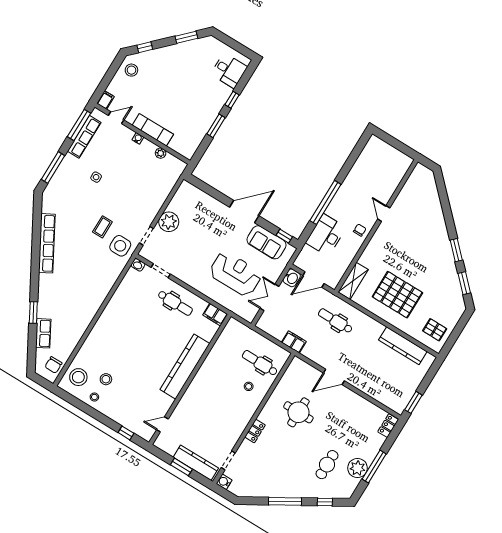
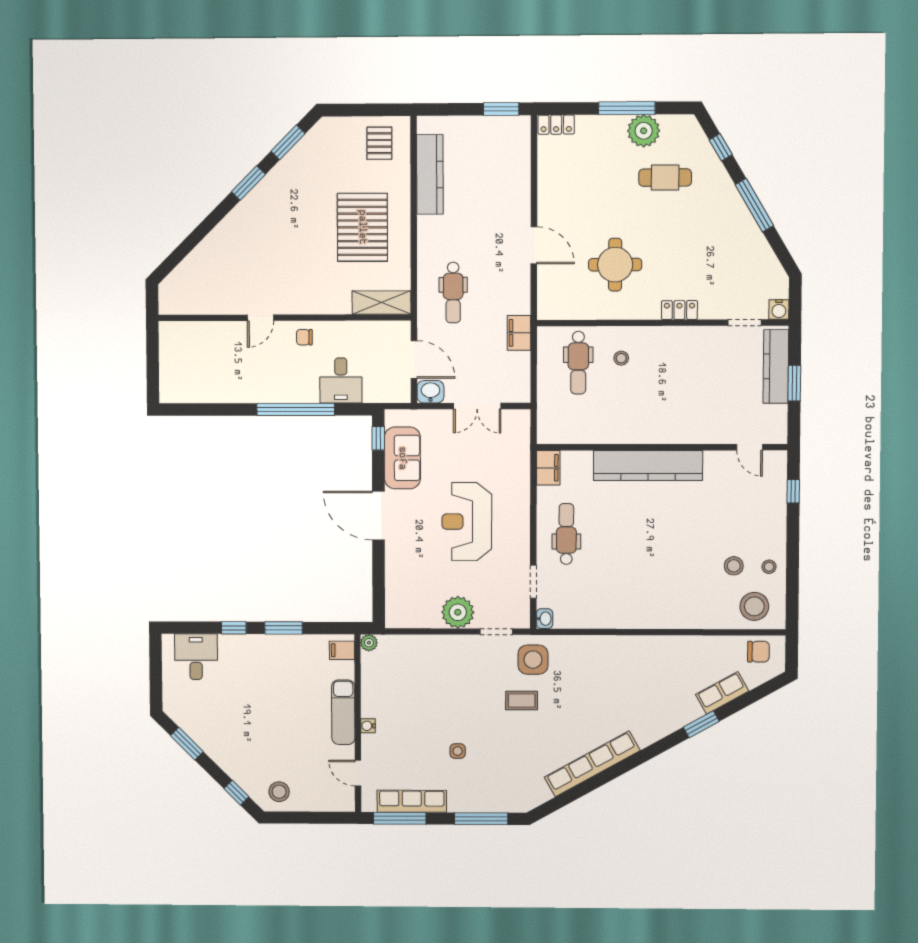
filing cabinet: (105, 100) -> (342, 650), moved
plant: (161, 153) -> (369, 643), moved
desk: (326, 235) -> (341, 380), width x0.73
reception desk: (235, 274) -> (467, 522), moved

